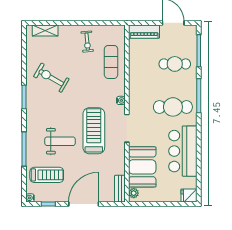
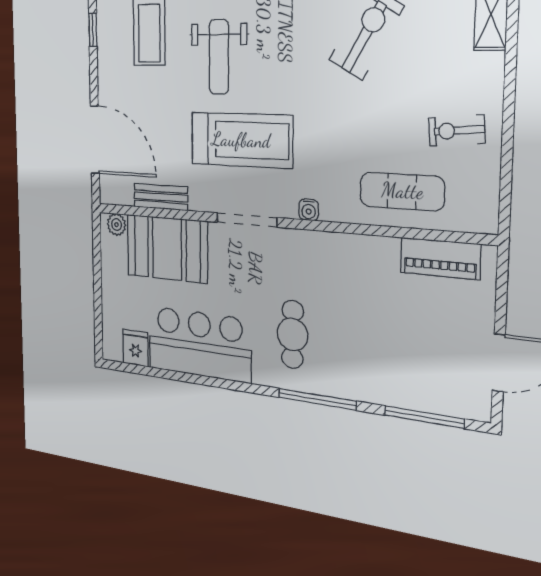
piano: (144, 32) -> (440, 258), moved, turned -90
cafe table: (175, 64) -> (393, 353), removed
cafe table: (173, 107) -> (293, 334), width x0.73, depth x0.74
bench: (120, 189) -> (161, 197), moved
fridge: (189, 195) -> (135, 348), moved
door: (84, 204) -> (95, 140), moved

